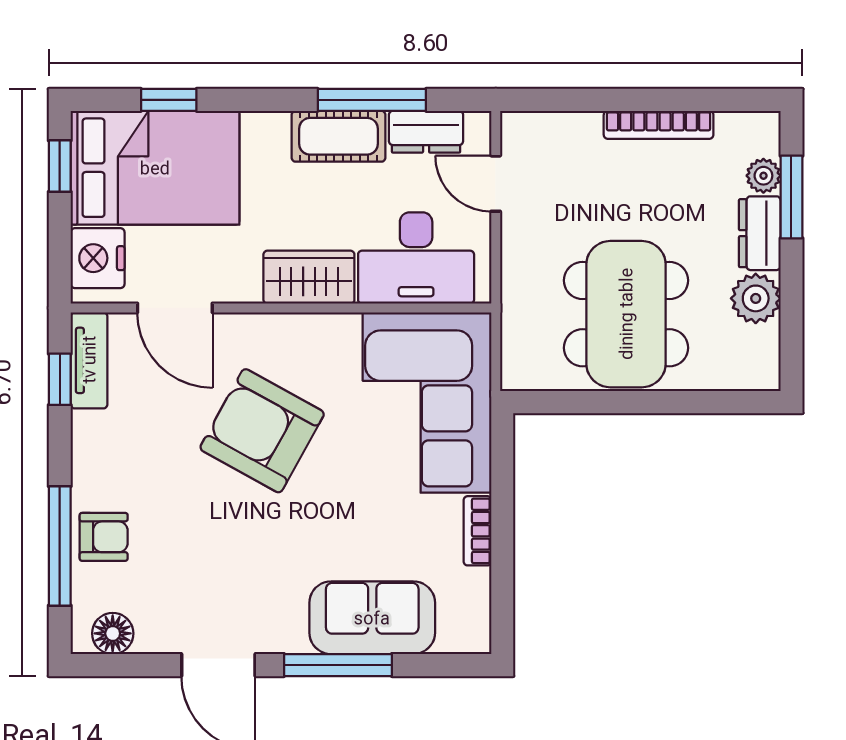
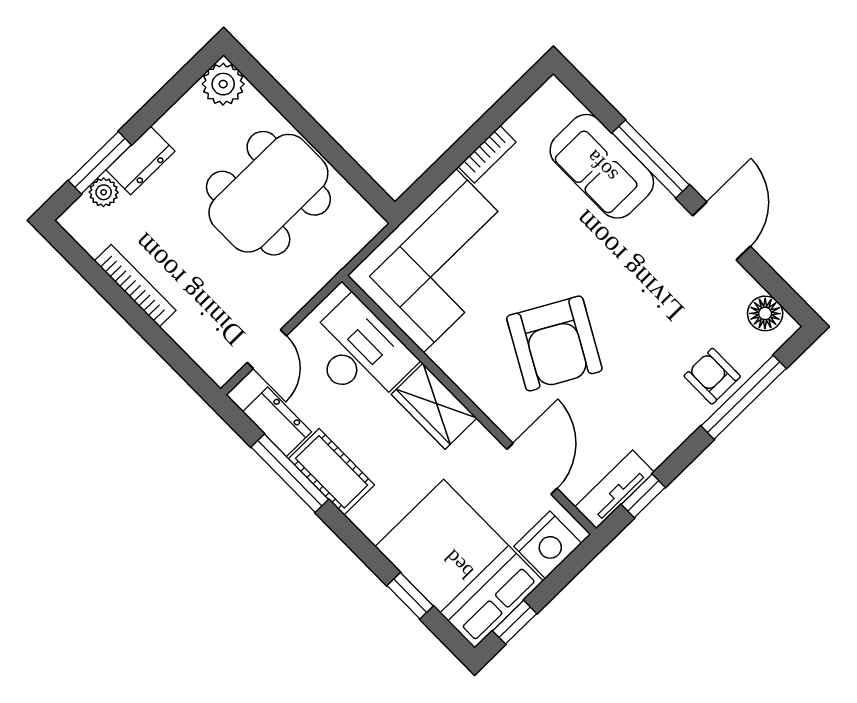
plant: (756, 298) -> (223, 84), moved

